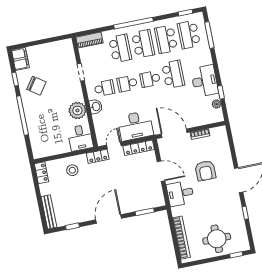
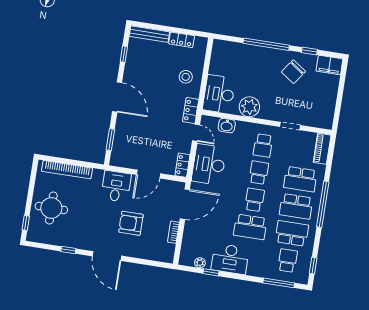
school desk: (189, 35) -> (288, 261), width x0.54
washbasin: (96, 107) -> (227, 126), moved
desk: (80, 138) -> (219, 94), width x1.37
locker: (139, 148) -> (182, 165), width x0.66
locker: (42, 173) -> (182, 40), moved

